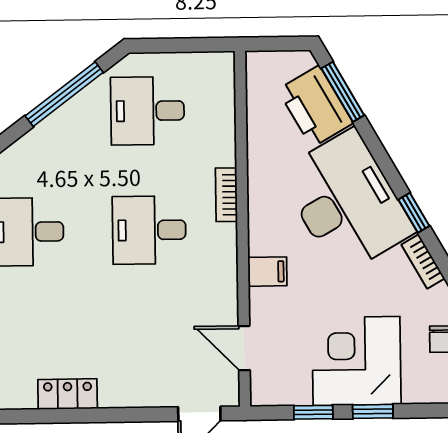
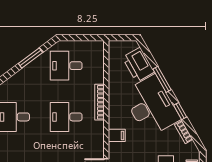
window: (343, 92) -> (162, 79), moved
window: (64, 94) -> (30, 58), width x0.69
bookcase: (226, 195) -> (100, 102), width x1.56

